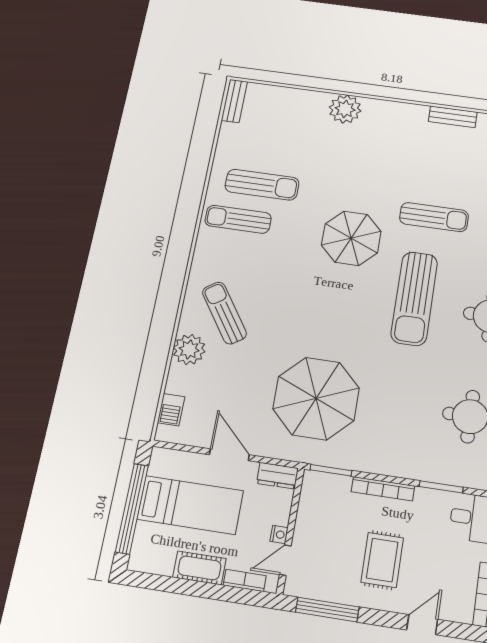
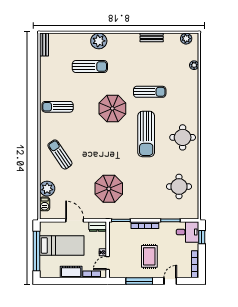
sun lounger: (262, 185) -> (90, 66), moved
plant: (189, 349) -> (47, 189), moved
parasol: (316, 398) -> (109, 189), width x0.73, depth x0.73
window: (327, 610) -> (139, 281), moved

